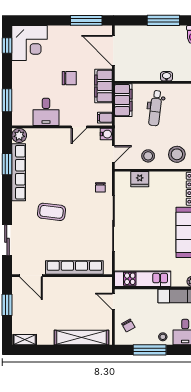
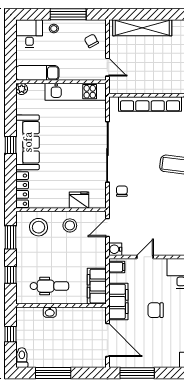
dental chair: (155, 108) -> (49, 286), moved, turned 83

